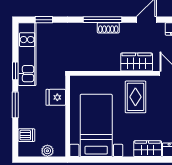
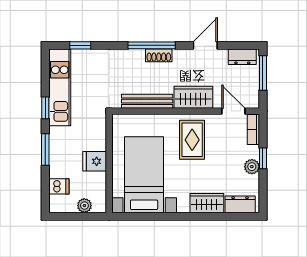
bench: (99, 65) -> (147, 101), added
fridge: (56, 97) -> (95, 161), moved

